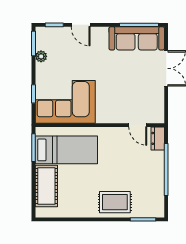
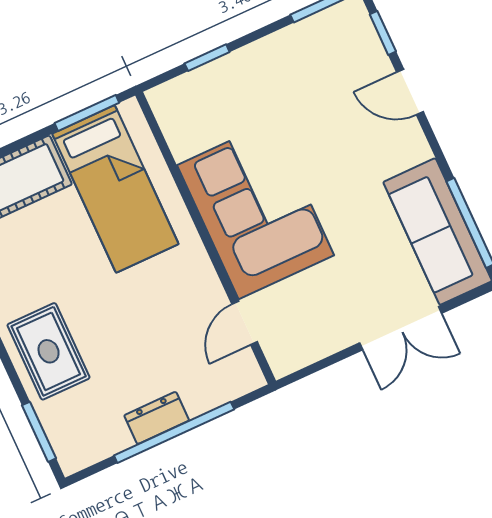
door: (81, 25) -> (410, 92), hinge flipped
plant: (41, 56) -> (299, 36), removed
corner sofa: (65, 102) -> (256, 210), moved
dresser: (158, 138) -> (157, 418), moved

